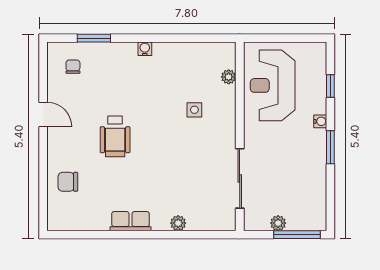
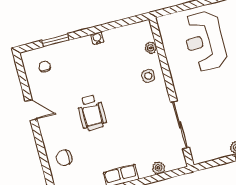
plant: (229, 77) -> (151, 48), moved
wall: (240, 136) -> (171, 92), moved
sliding door: (240, 178) -> (180, 125), moved

